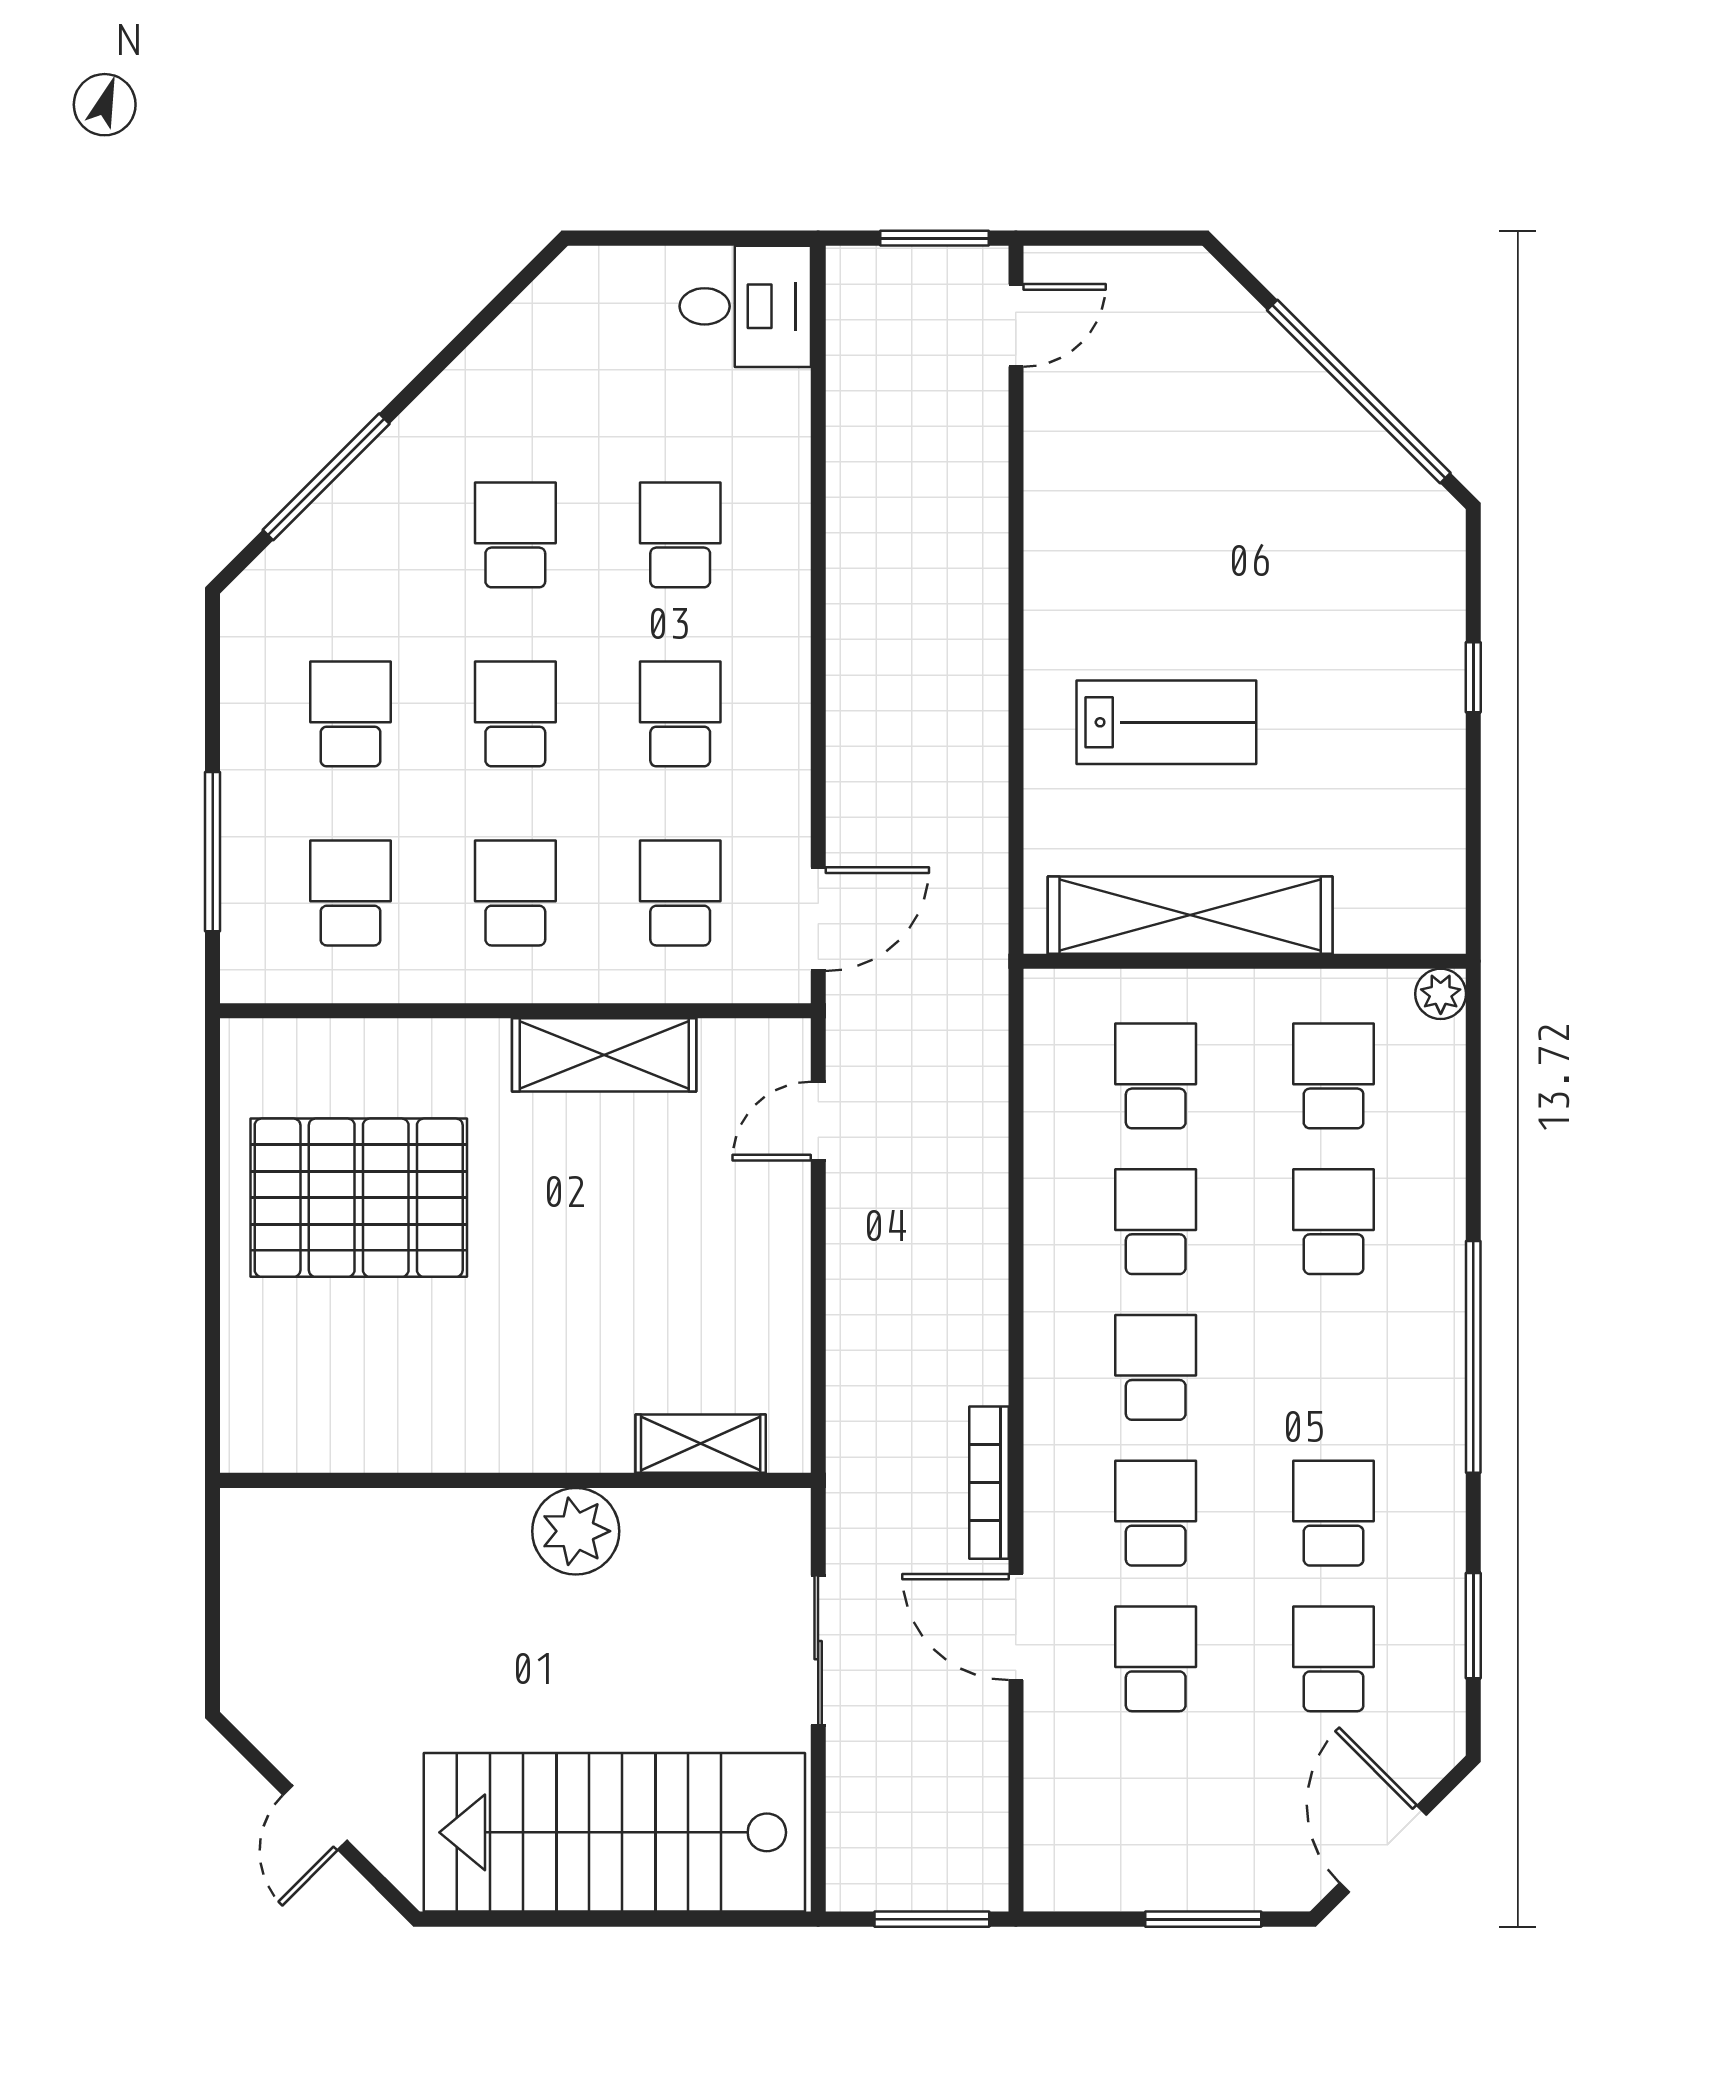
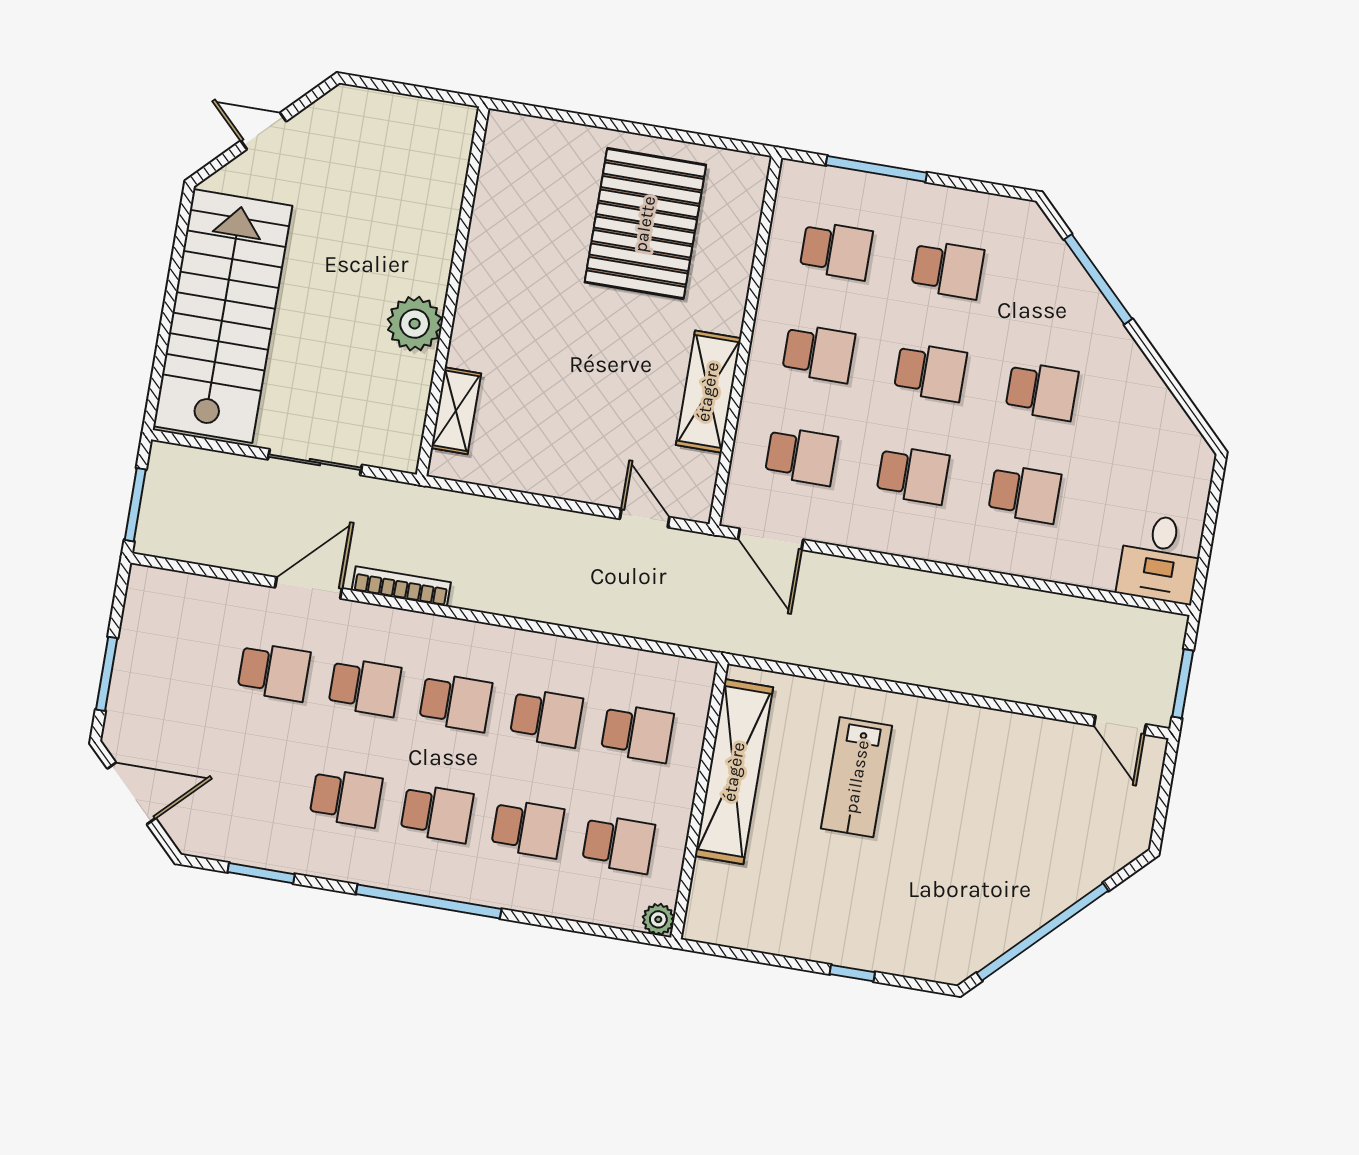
school desk: (1334, 1659) -> (437, 813), moved

